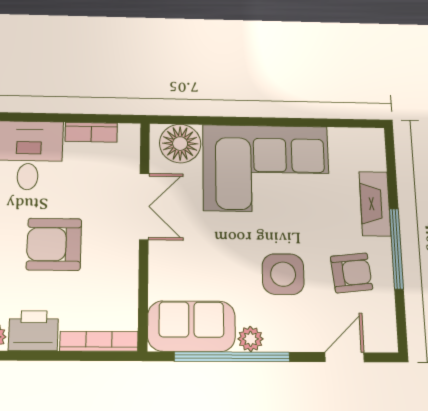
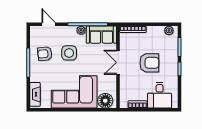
fireplace: (375, 204) -> (35, 94), moved
double door: (144, 206) -> (118, 62), moved
printer: (33, 331) -> (155, 33), removed
door: (345, 357) -> (49, 24), swing flipped

